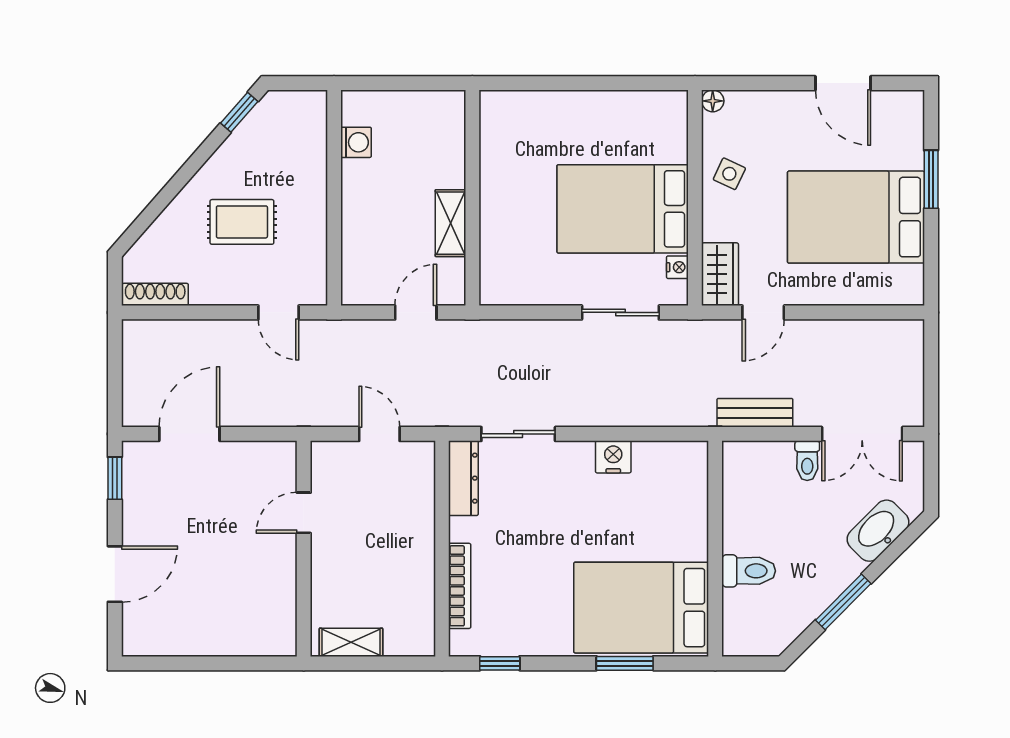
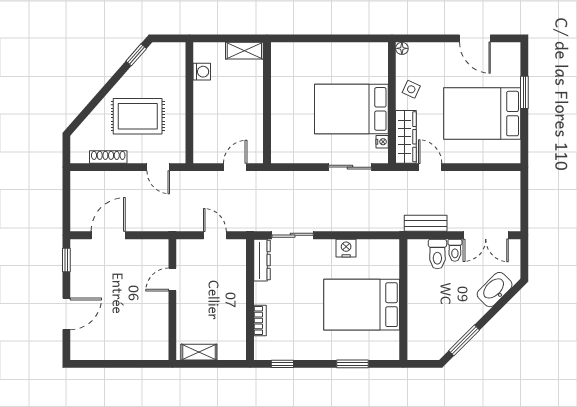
rug: (242, 222) -> (138, 116), width x1.36, depth x1.43
shelving: (450, 223) -> (244, 51), moved, turned 90
wardrobe: (720, 274) -> (406, 137), width x1.50
shoe rack: (155, 294) -> (108, 157), moved
door: (763, 312) -> (430, 167), swing flipped
toilet: (749, 571) -> (437, 254), moved, turned 90
bookcase: (460, 586) -> (260, 320), width x0.64
window: (843, 602) -> (464, 340), moved
bed: (641, 608) -> (362, 305), moved

